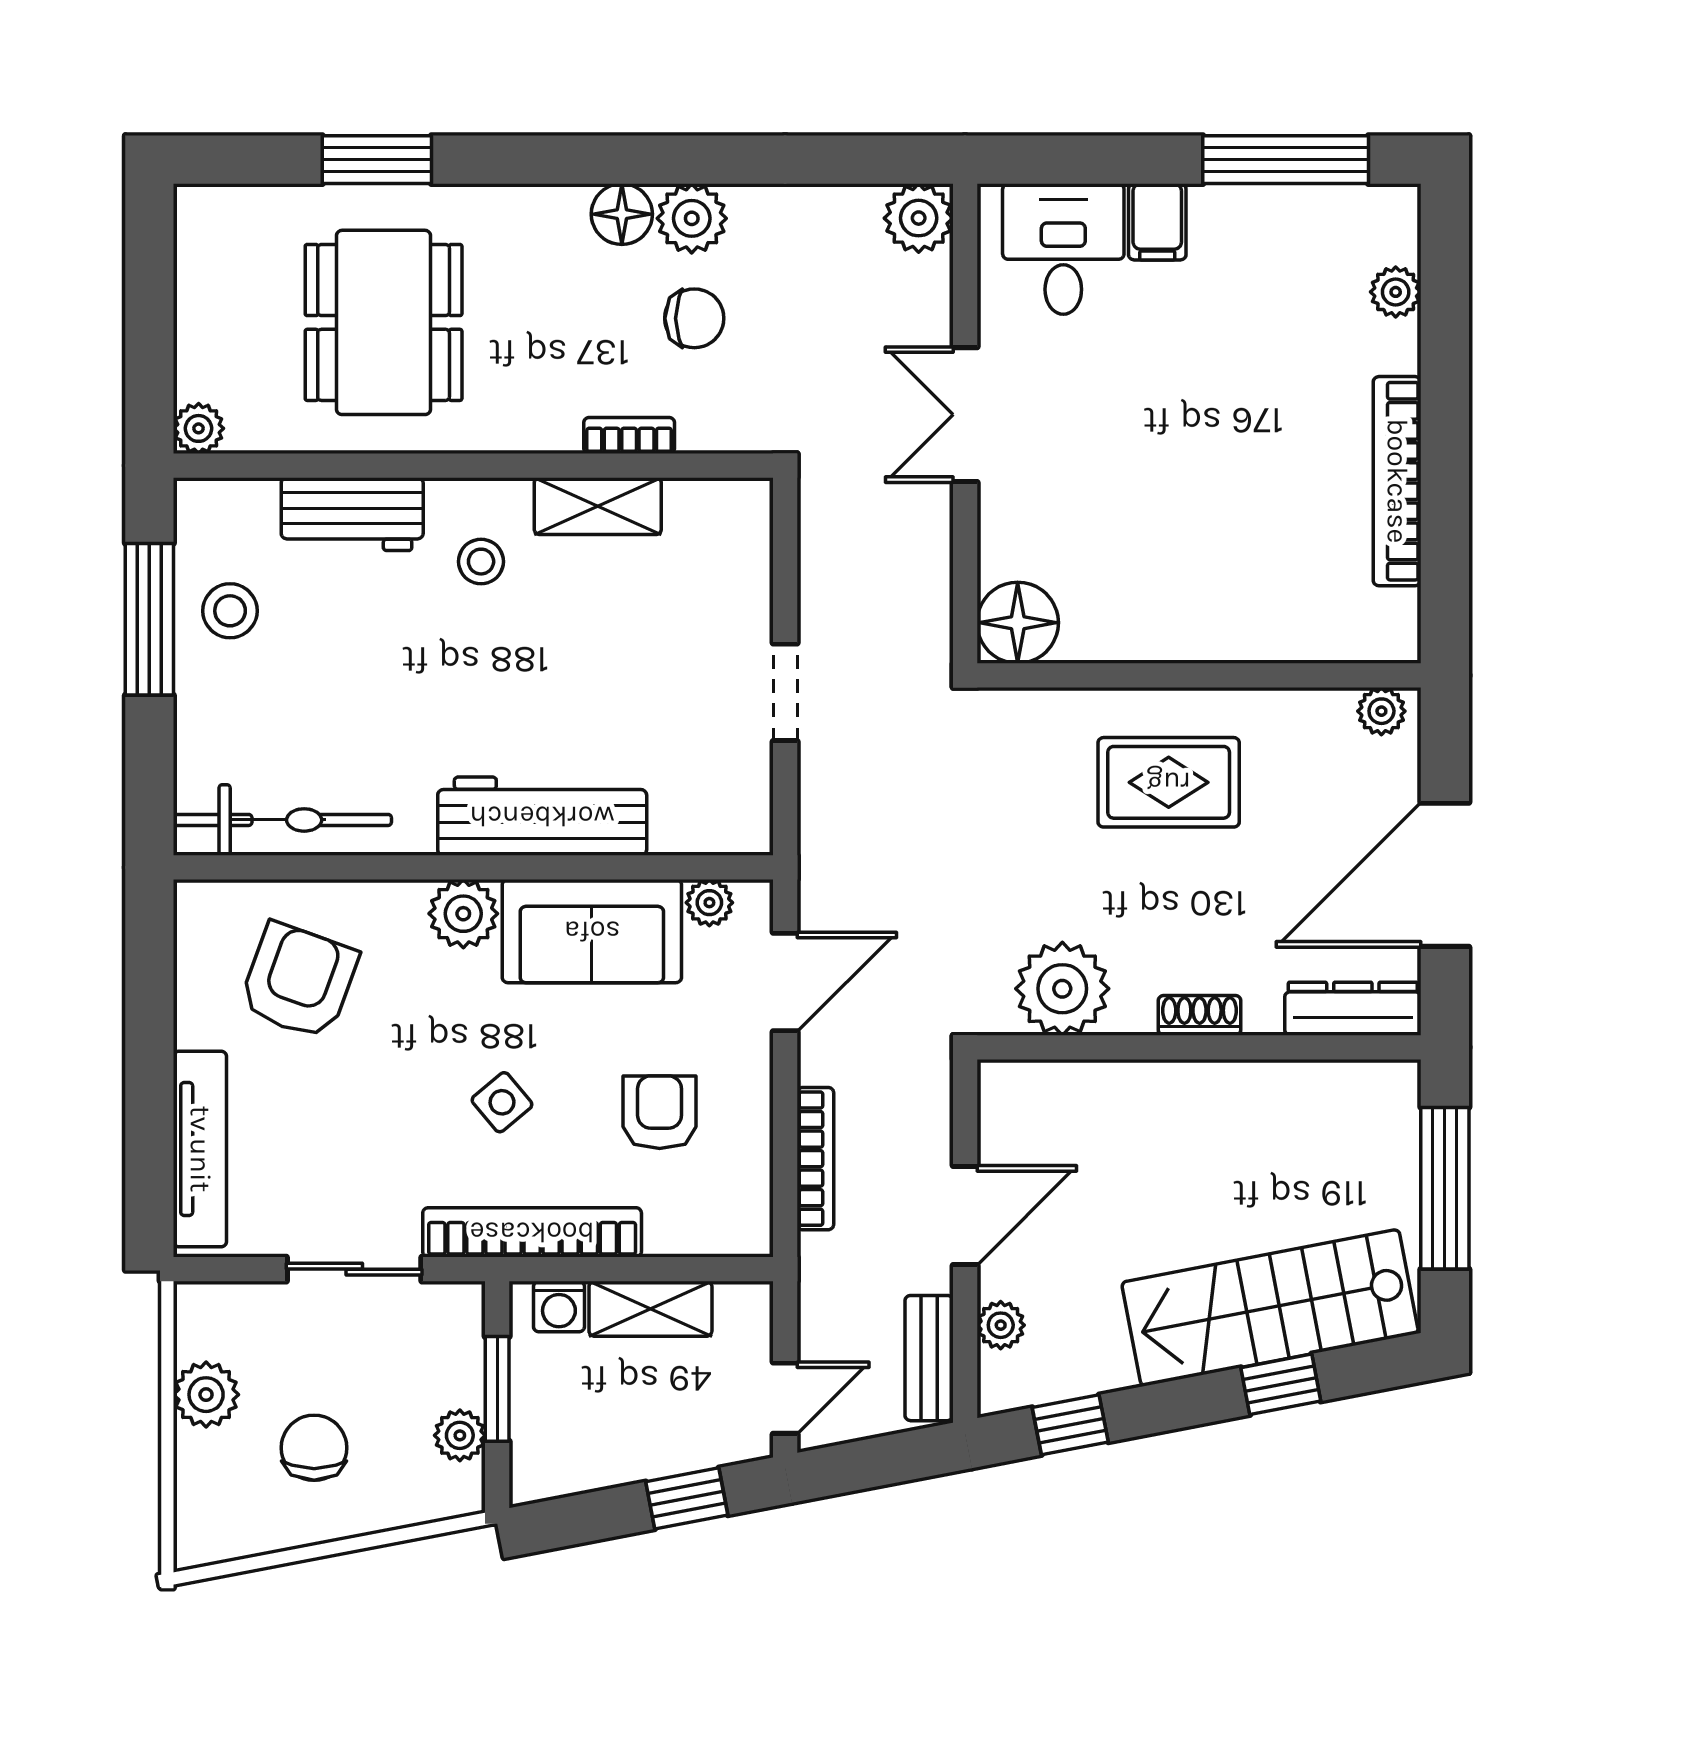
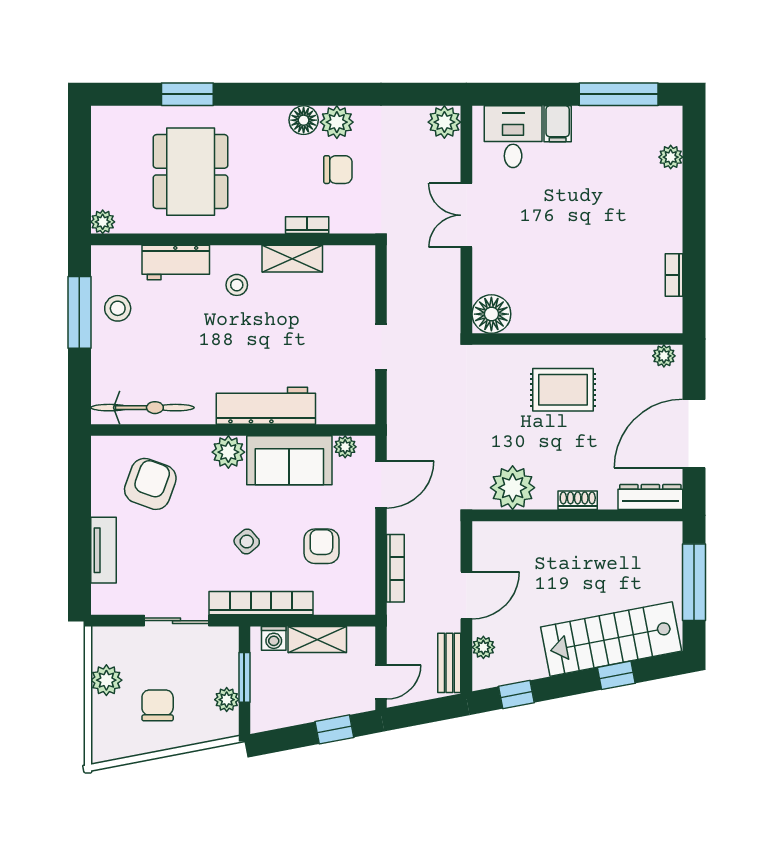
bookcase: (1397, 481) -> (674, 275), width x0.43, depth x0.76
tv unit: (200, 1149) -> (103, 550), width x0.71

